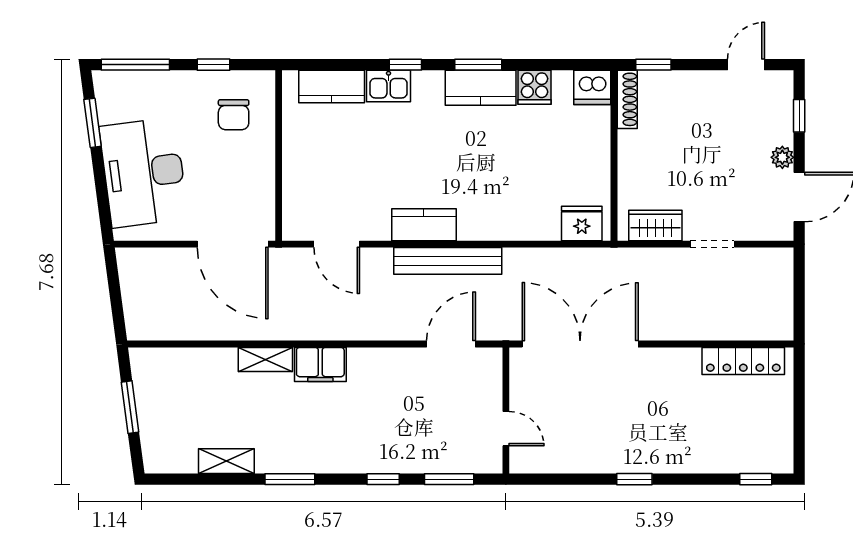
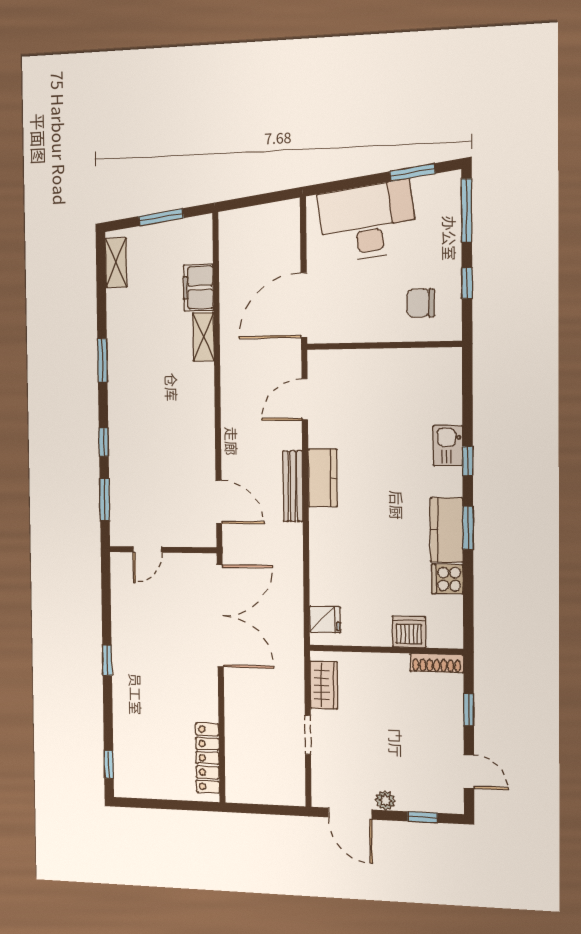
window: (653, 65) -> (469, 710), moved
kitchen counter: (332, 87) -> (447, 393), removed
dishwasher: (592, 87) -> (409, 632), moved, turned 90
fridge: (582, 223) -> (325, 619), width x0.72
bench: (448, 261) -> (293, 486), width x0.73, depth x0.82
filing cabinet: (320, 364) -> (199, 288), moved
shelving: (226, 461) -> (116, 263), moved

